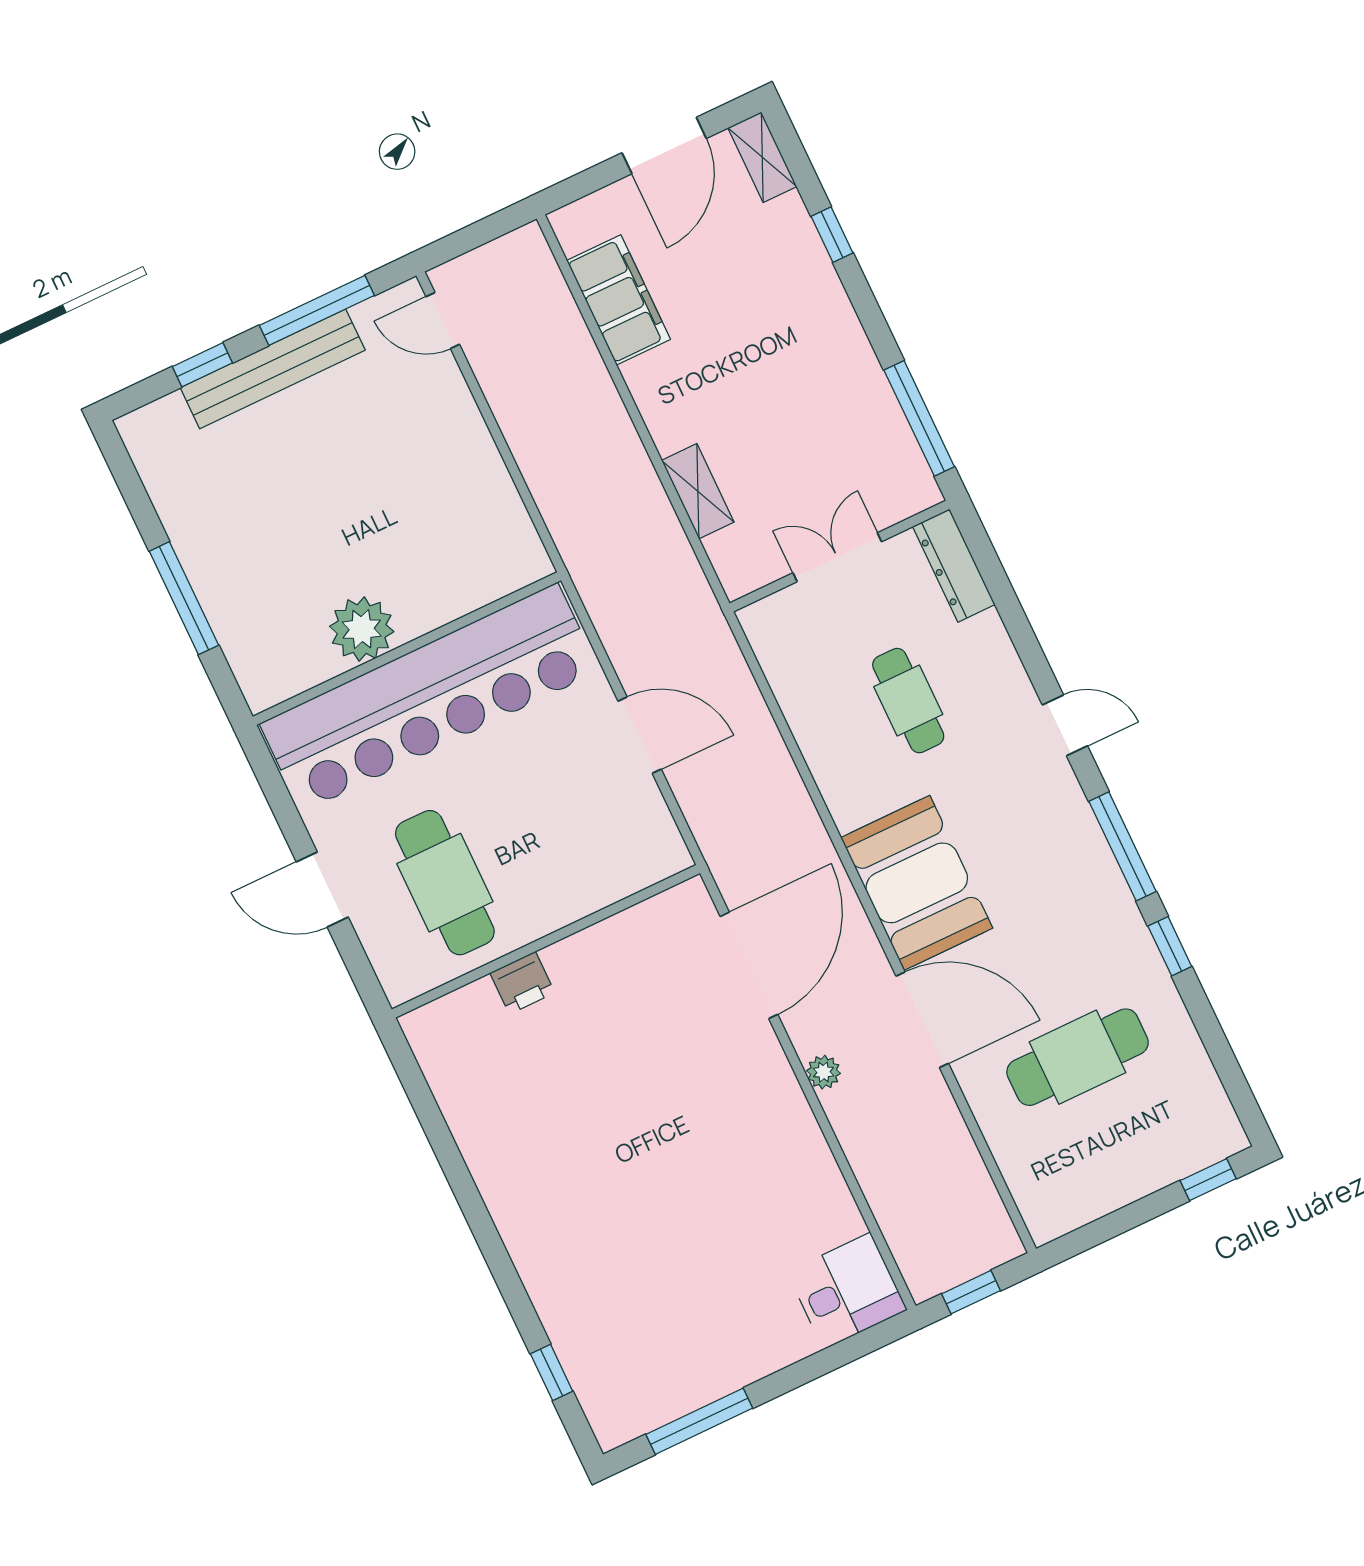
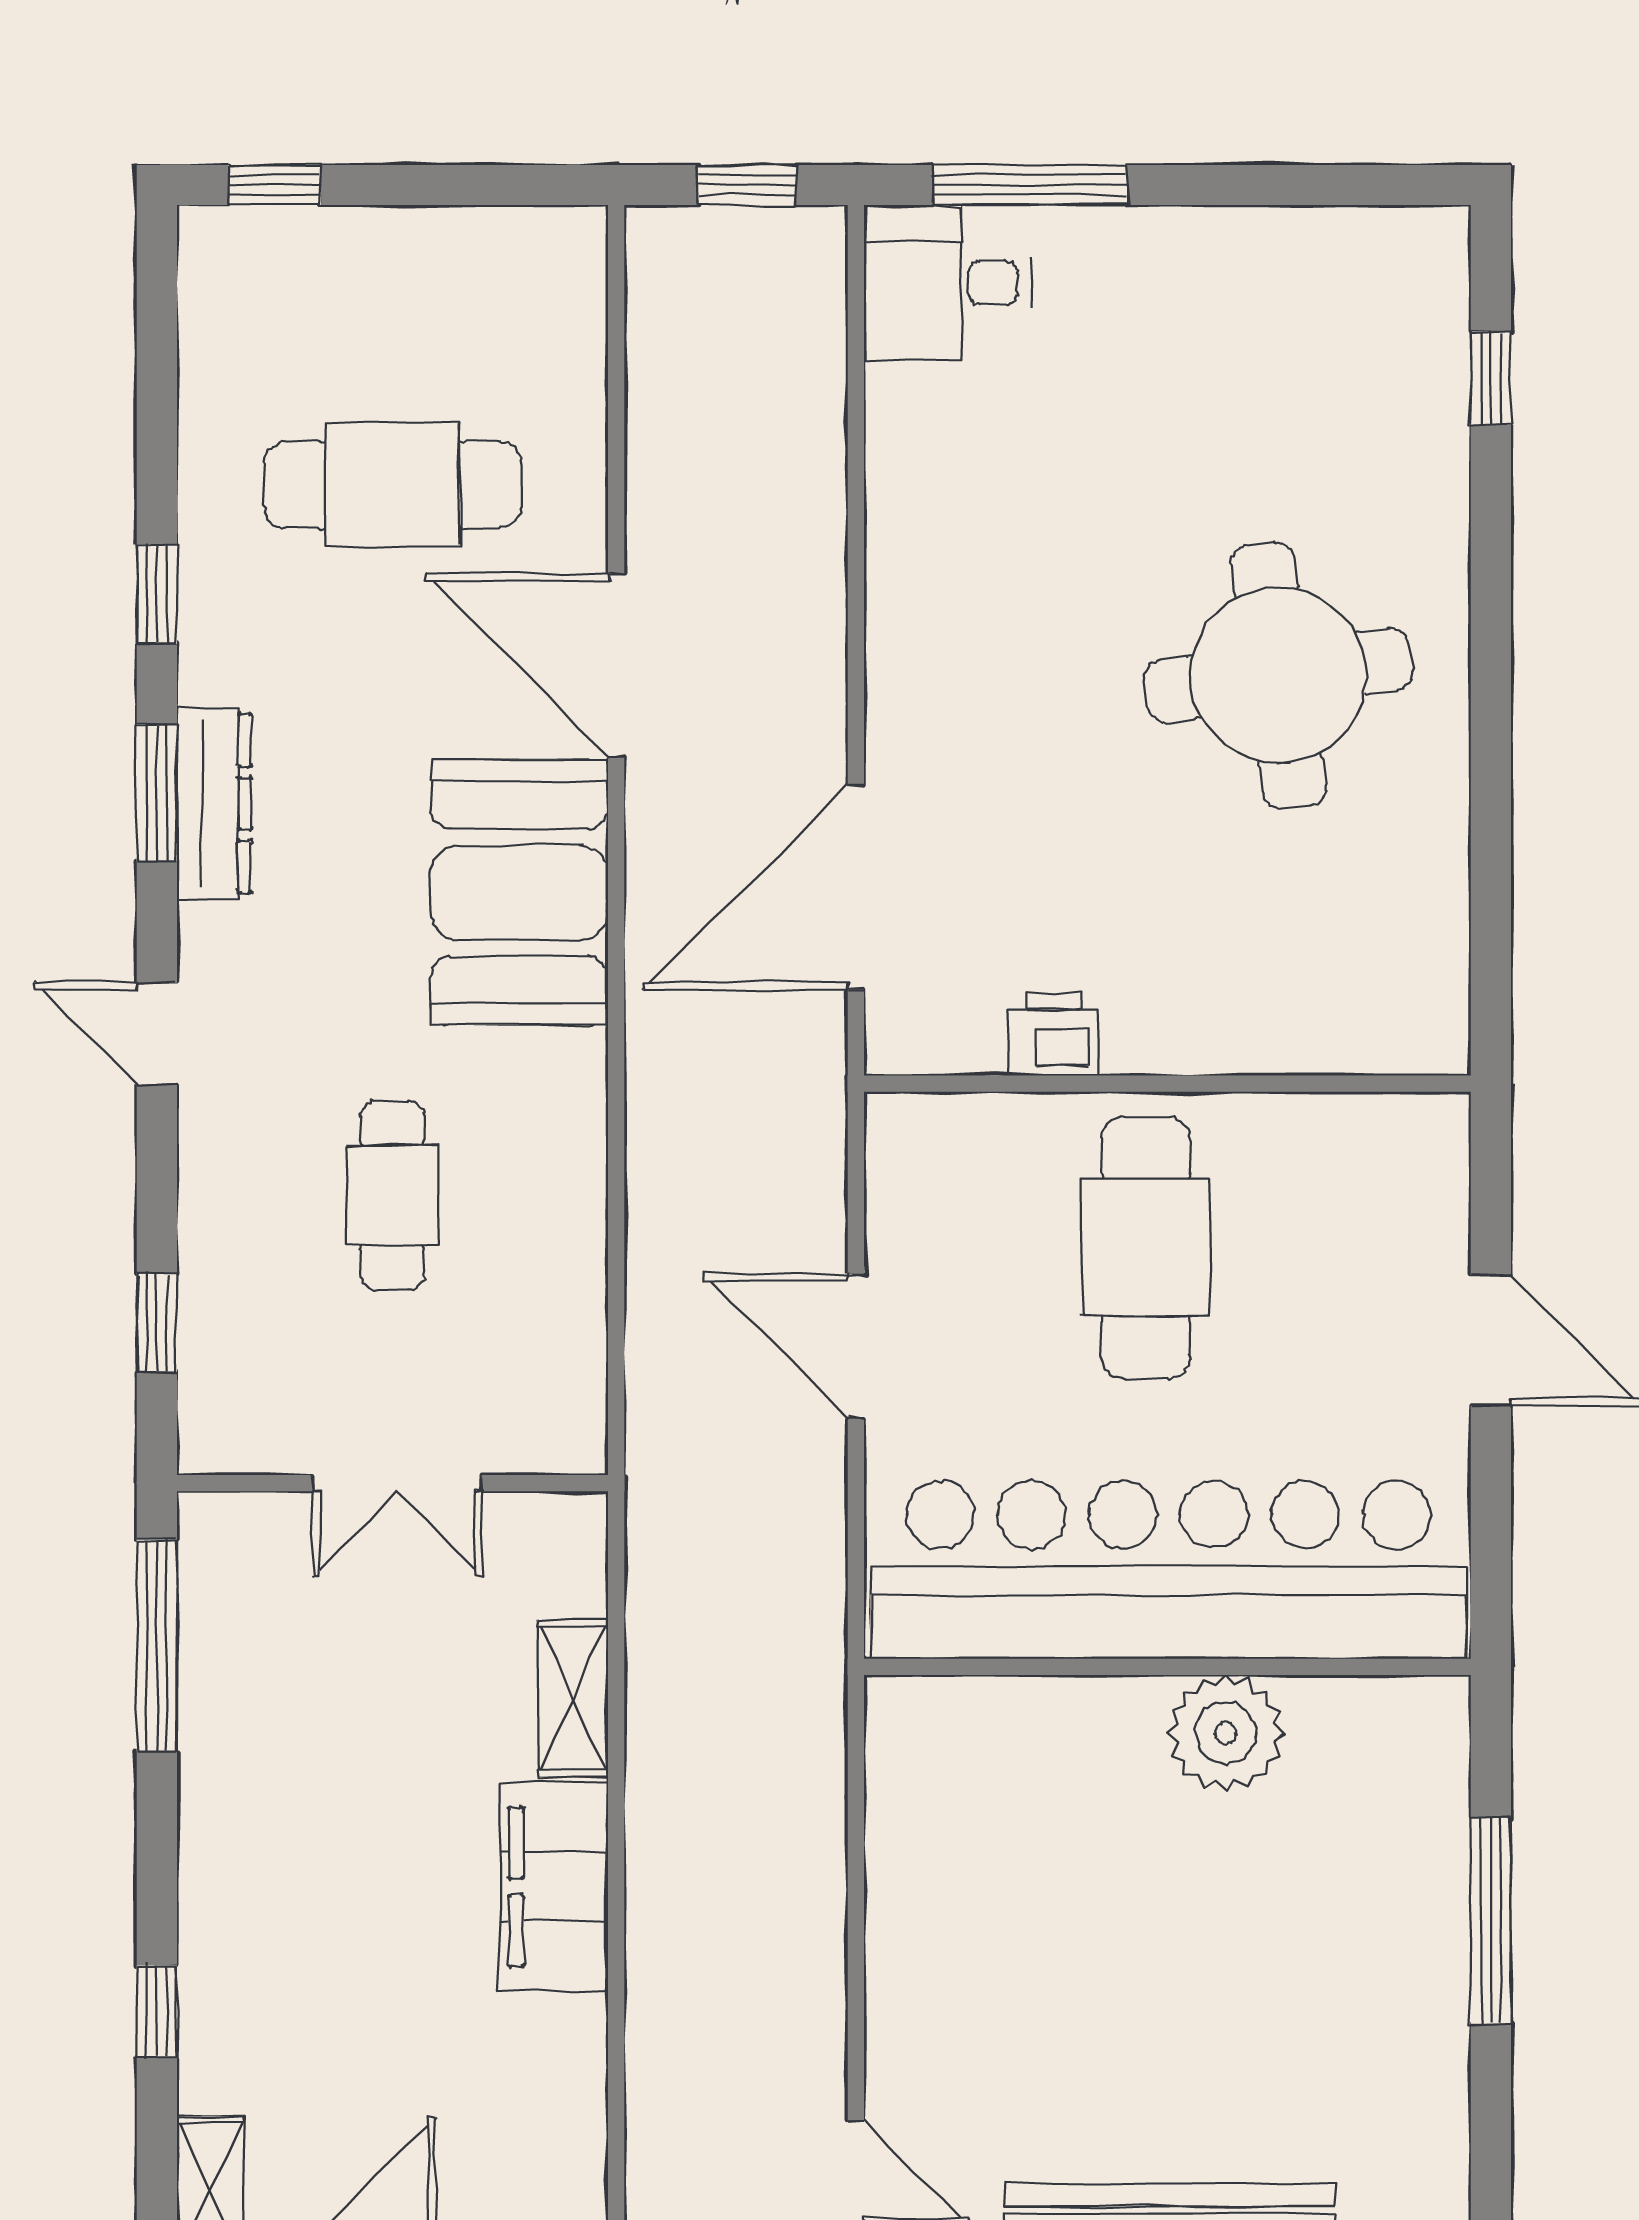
filing cabinet: (619, 300) -> (554, 1887), moved
dresser: (954, 565) -> (214, 803), moved
window: (996, 580) -> (157, 1323), added
window: (1122, 846) -> (157, 793), width x0.69
cafe table: (445, 883) -> (1146, 1248), moved
printer: (522, 983) -> (1054, 1034), moved
plant: (823, 1072) -> (817, 657), removed
round table: (587, 1173) -> (1278, 675), added
window: (699, 1421) -> (1030, 185), moved

